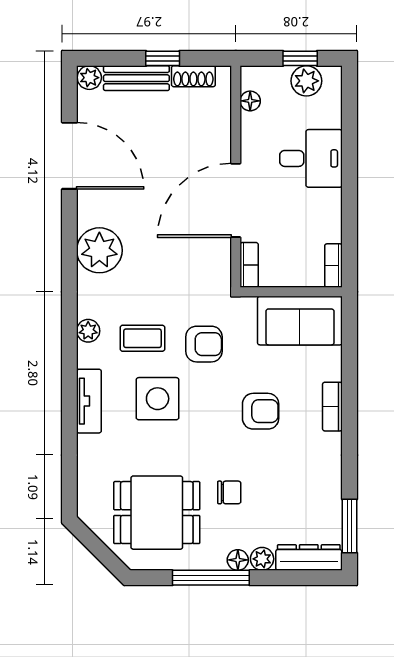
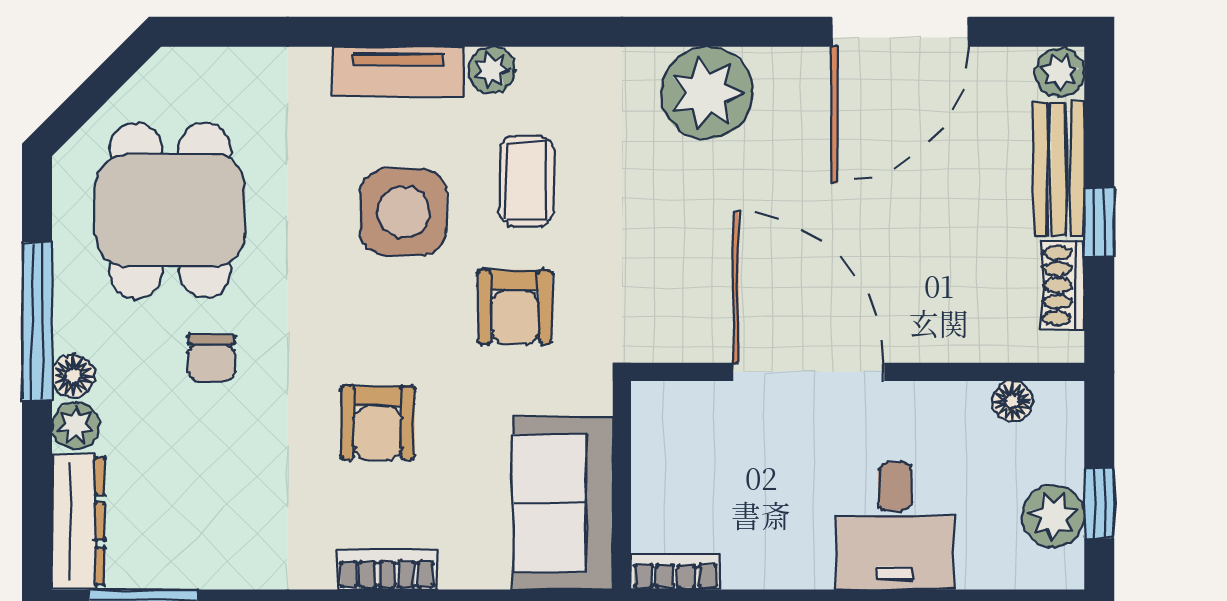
bookcase: (249, 265) -> (677, 399), removed
plant: (88, 331) -> (492, 70), moved

